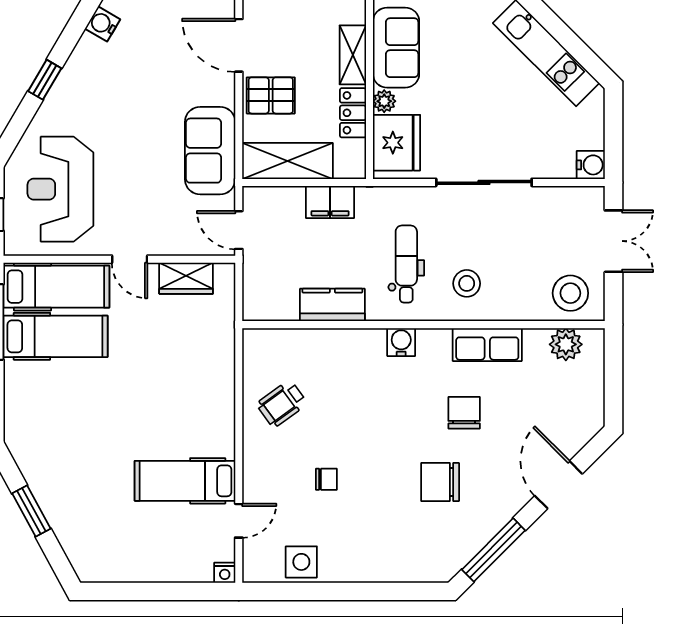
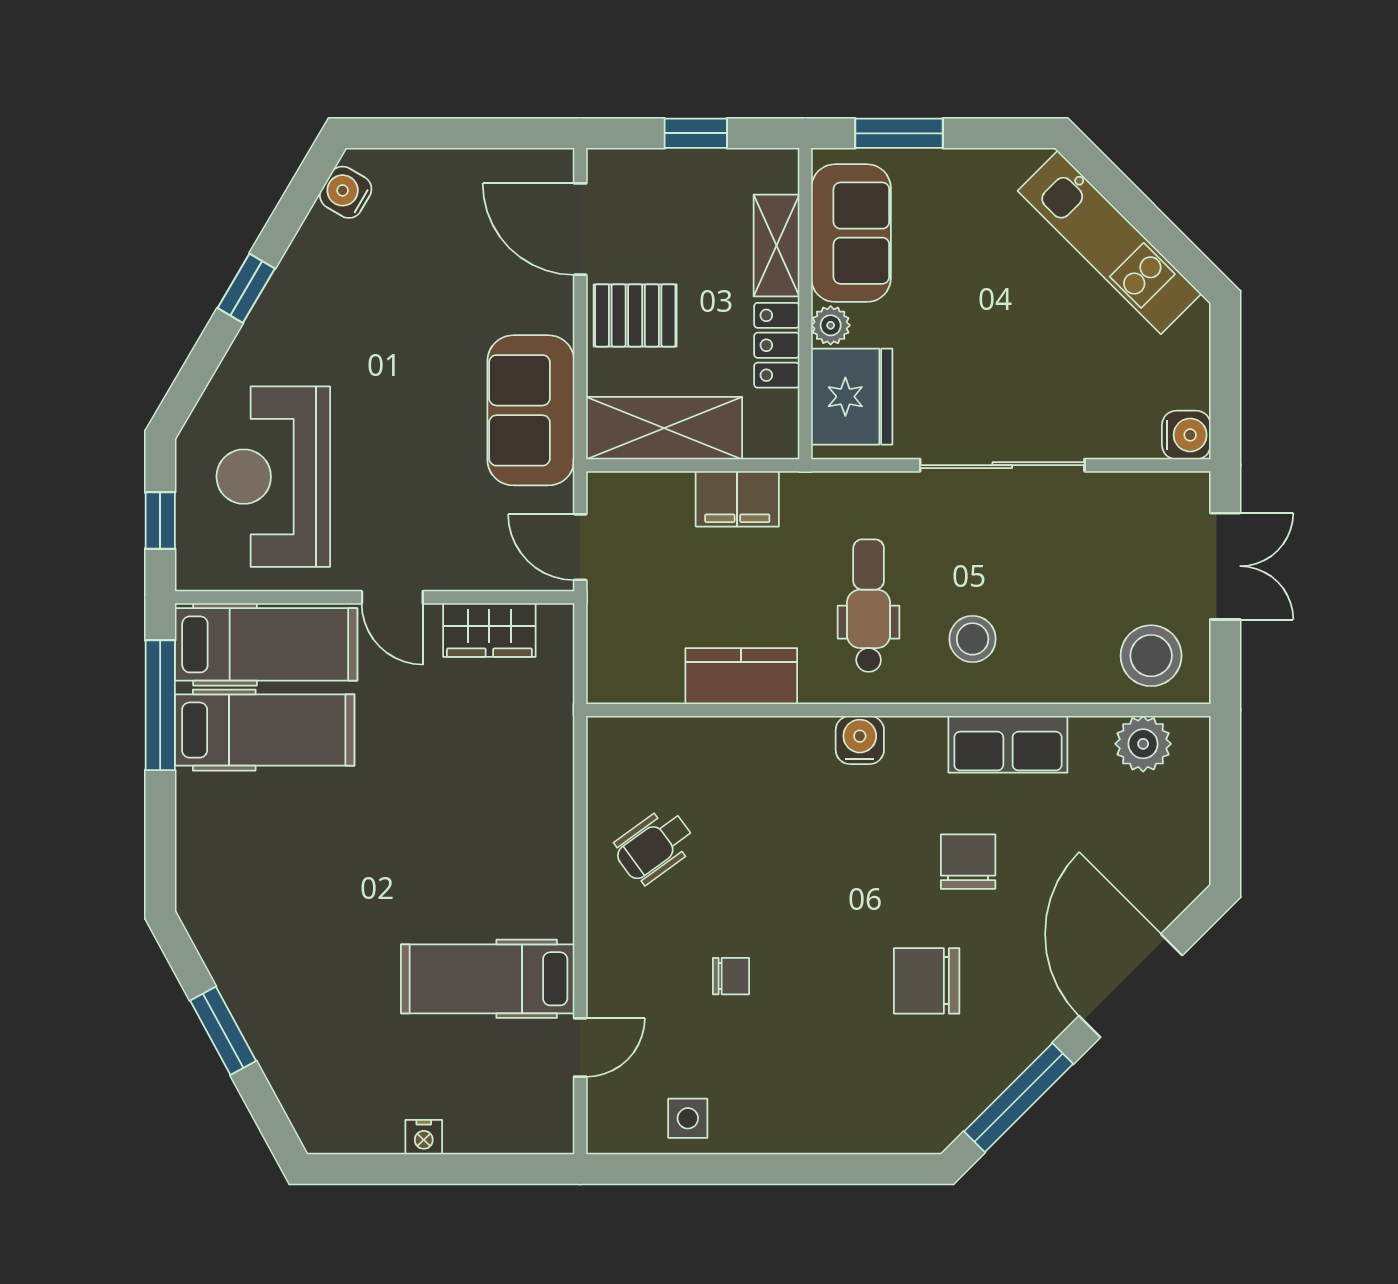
door: (559, 485) -> (1131, 986), width x1.36
side table: (301, 562) -> (688, 1118), width x0.73, depth x0.73
nightstand: (225, 573) -> (424, 1137), moved

